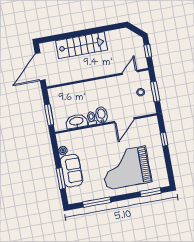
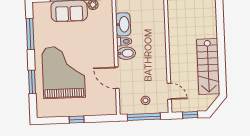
stairs: (81, 45) -> (208, 67), moved
window: (155, 92) -> (144, 117), width x1.44
window: (164, 139) -> (77, 119), moved
window: (151, 192) -> (32, 82), moved

